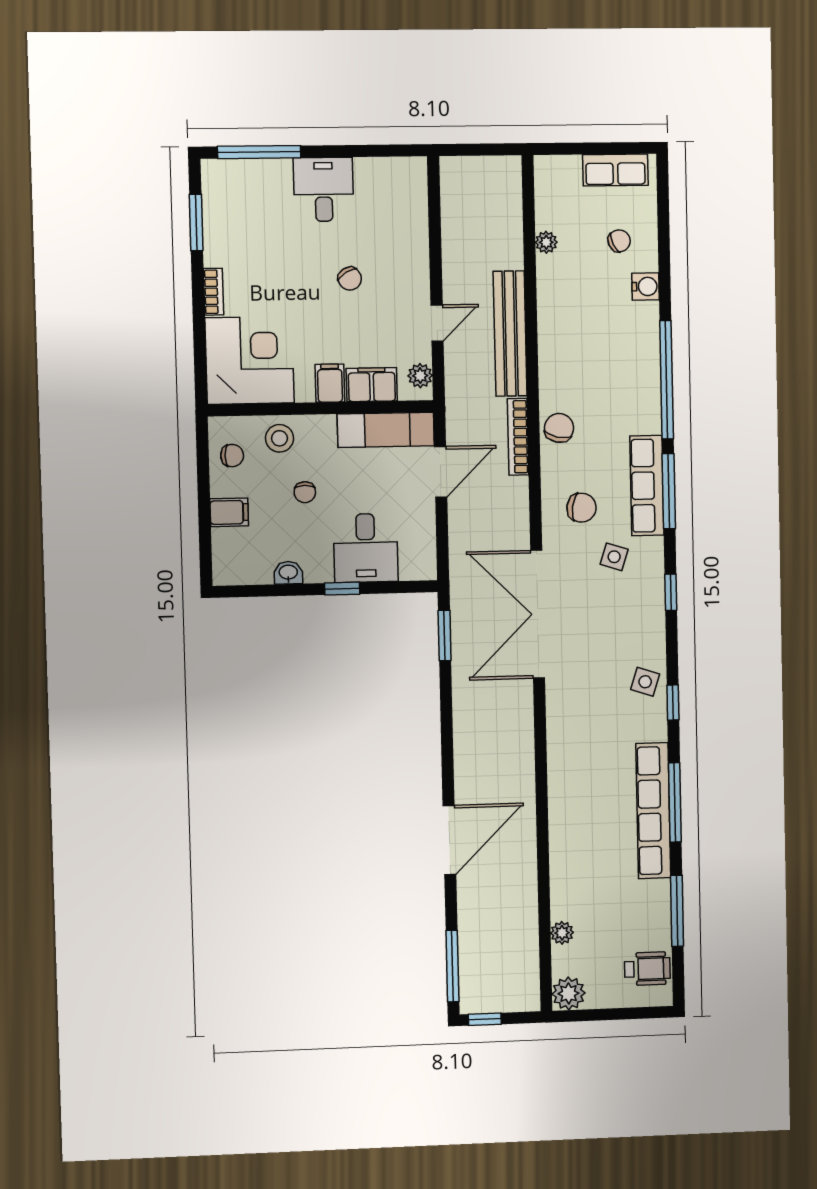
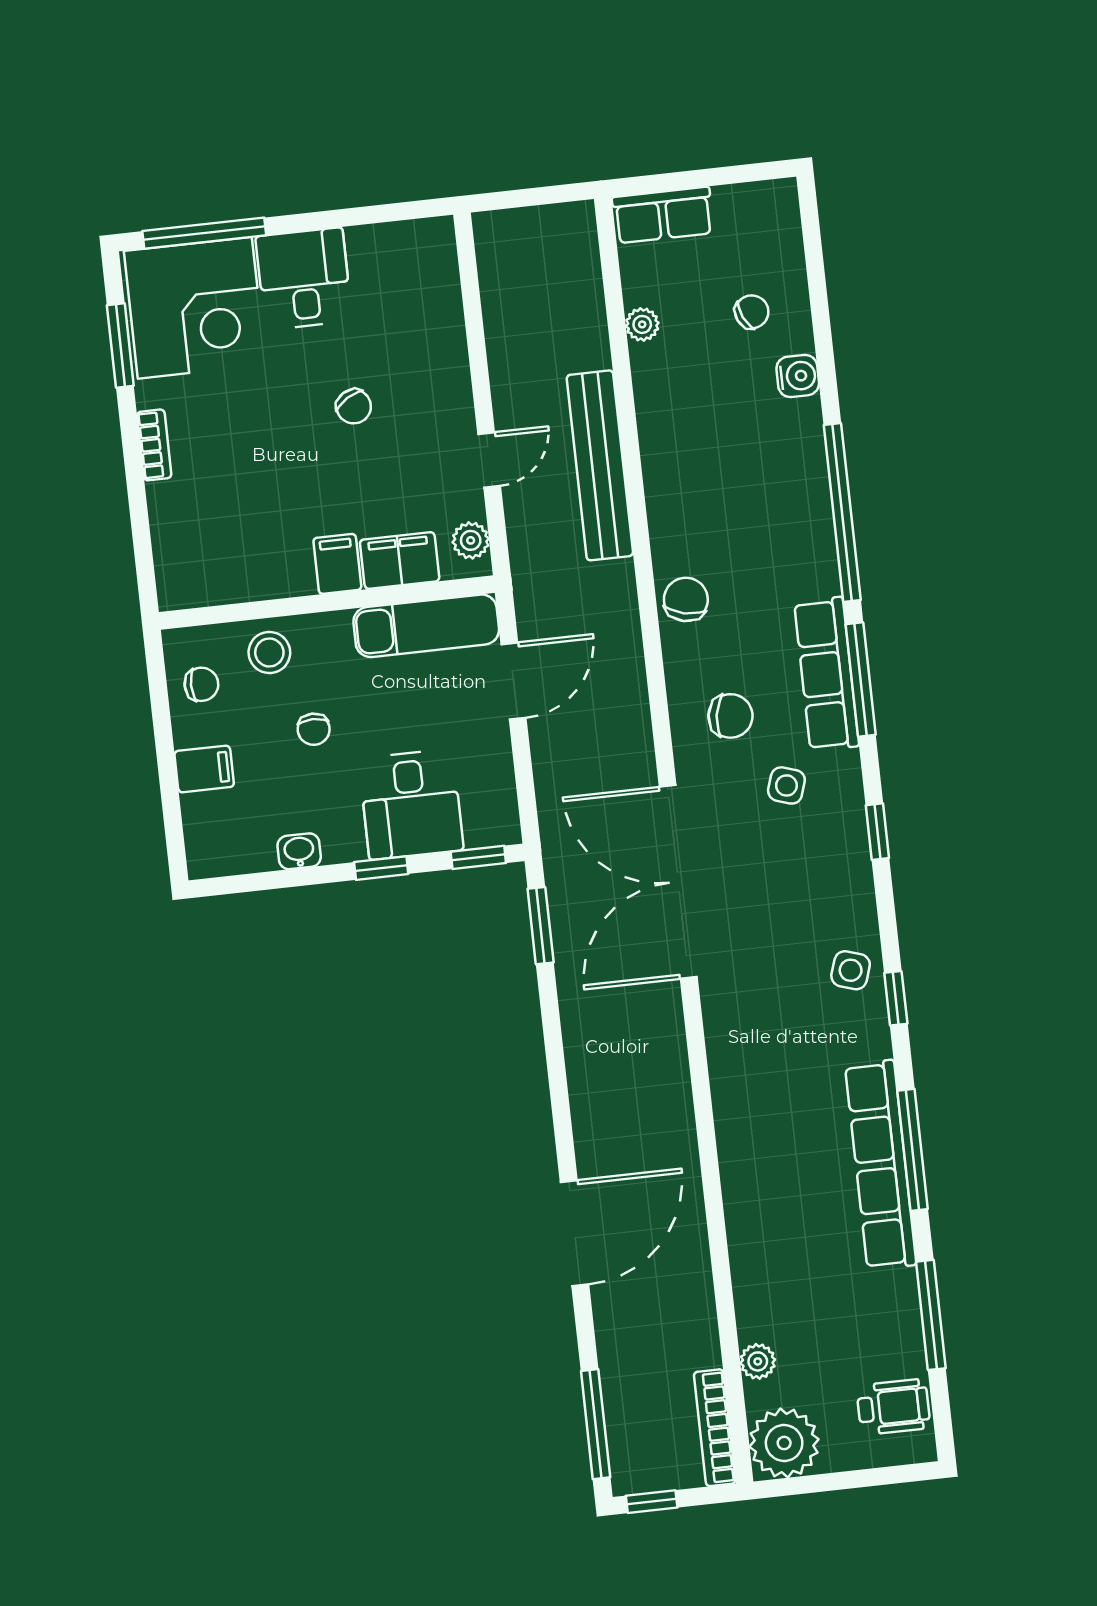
row of seats: (615, 170) -> (663, 215), moved
corner desk: (250, 360) -> (195, 308), moved, turned 90
bookcase: (518, 437) -> (715, 1428), moved
window: (407, 587) -> (478, 857), added
plant: (569, 993) -> (784, 1443), width x1.36, depth x1.36

